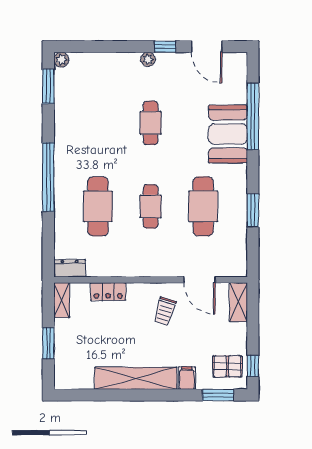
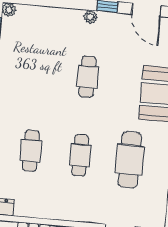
cafe table: (98, 206) -> (31, 151), width x0.73, depth x0.74

